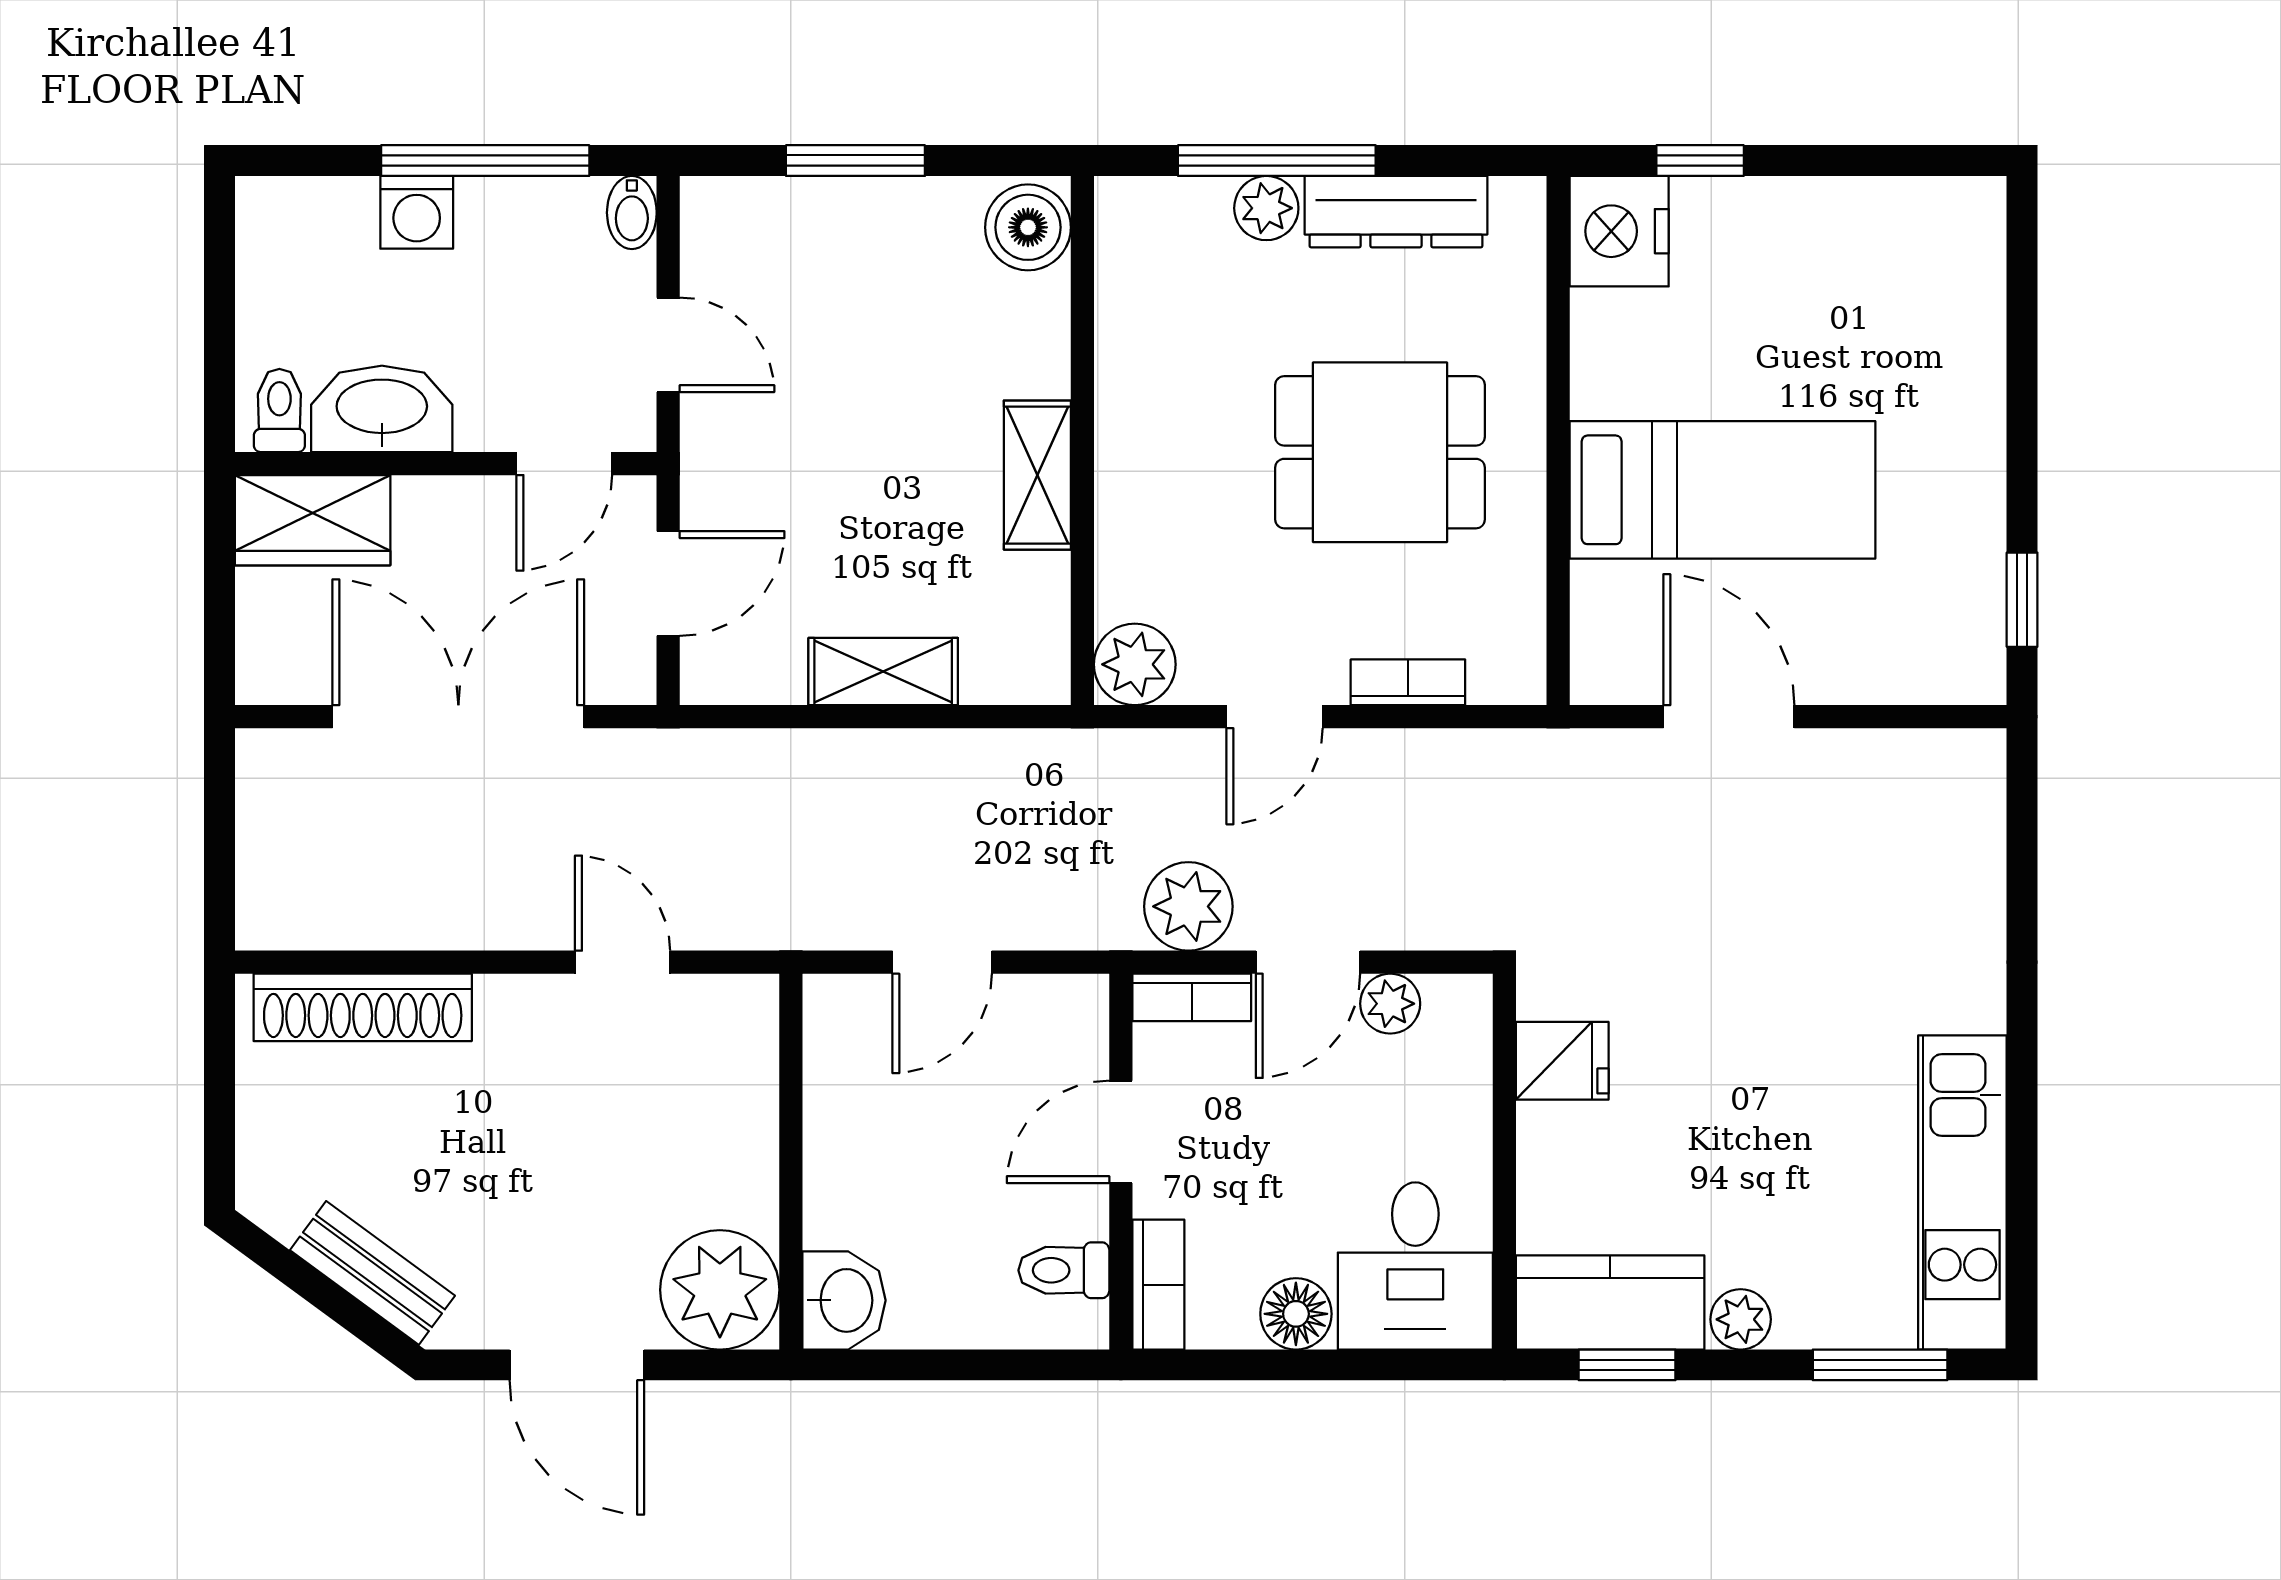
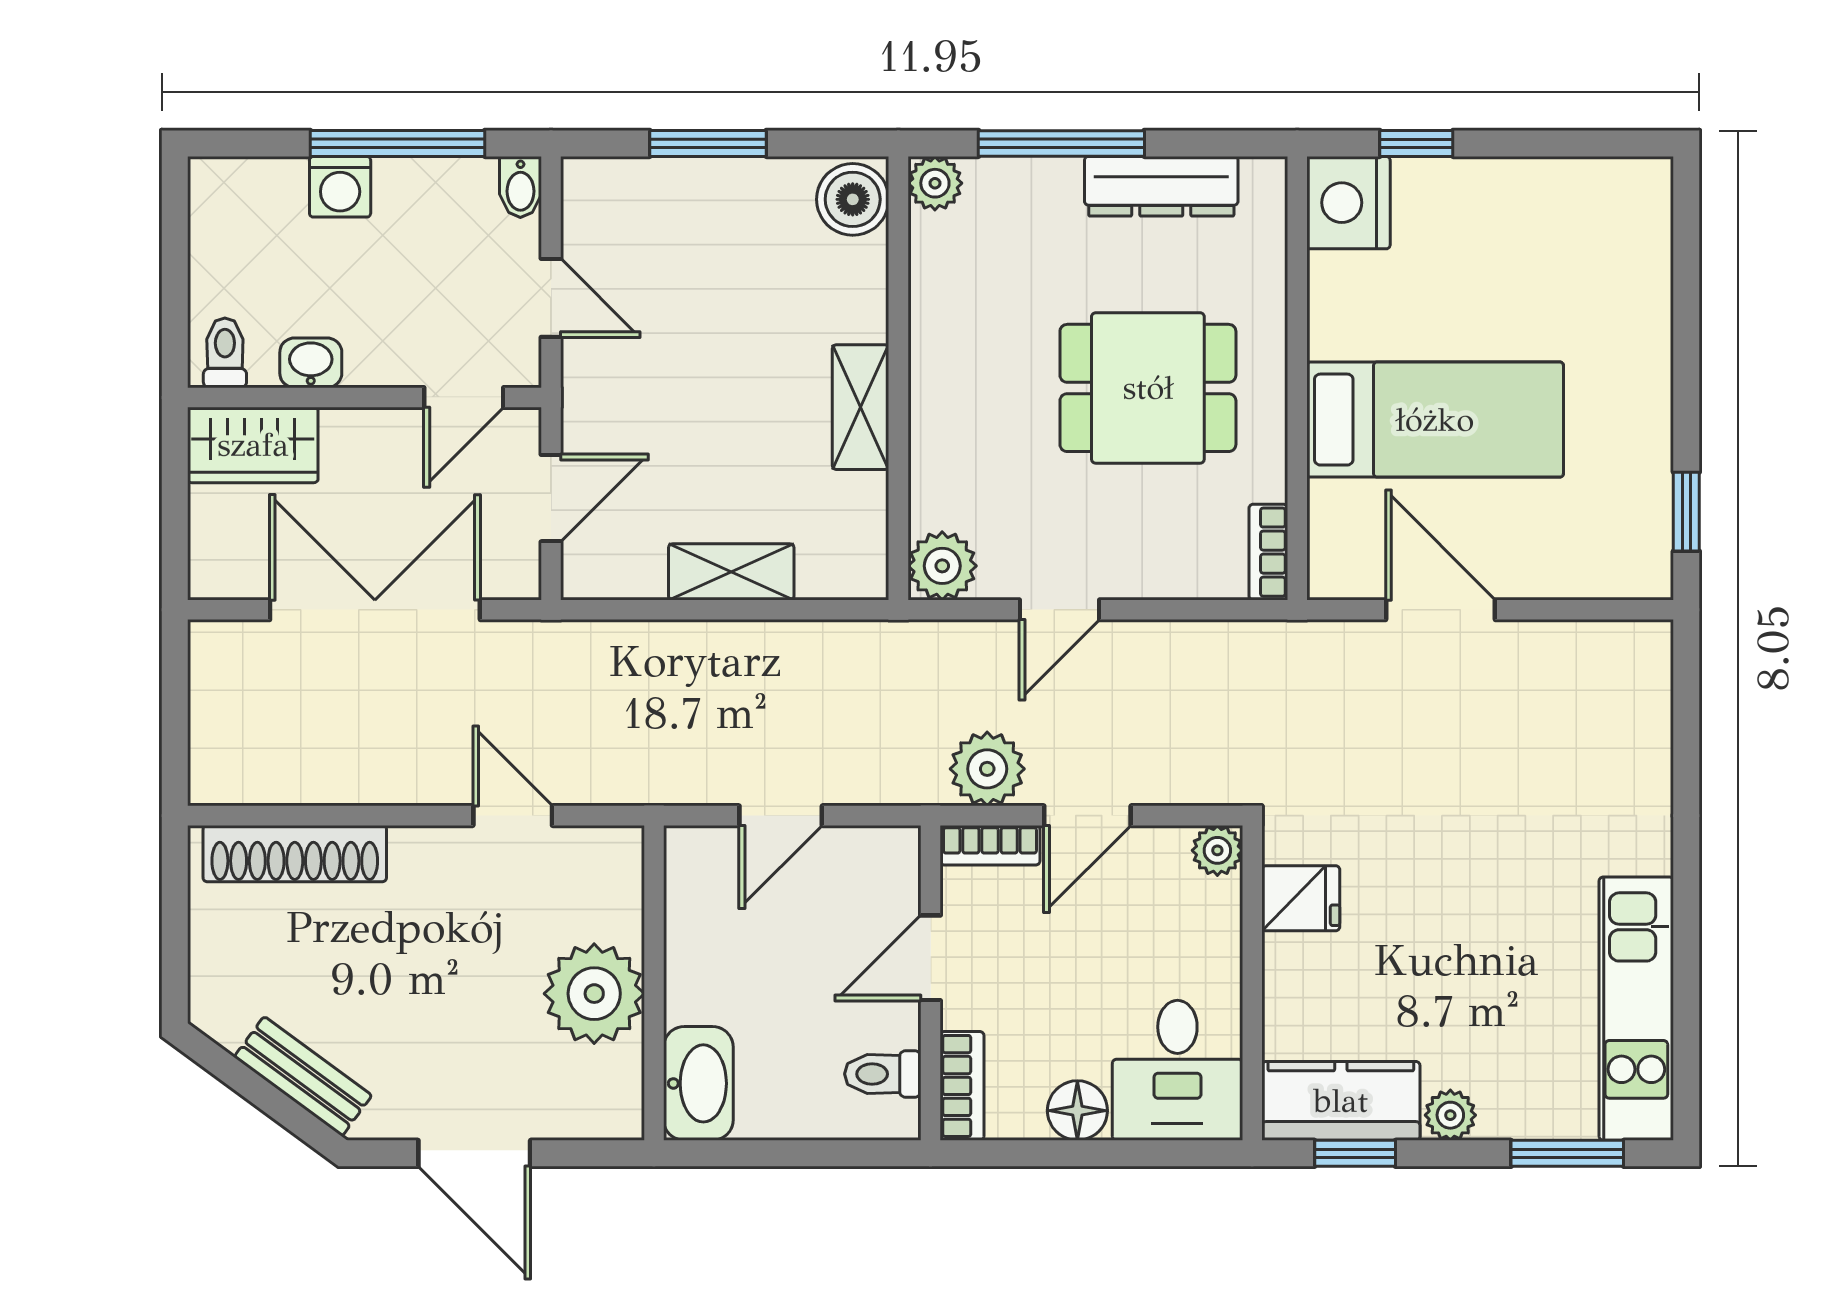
plant: (1266, 208) -> (935, 183), moved
washbasin: (382, 409) -> (311, 363), width x0.52, depth x0.69
bookcase: (1408, 682) -> (1268, 552), moved, turned -90
plant: (1390, 1004) -> (1217, 850), moved
plant: (720, 1290) -> (594, 994), moved
washbasin: (844, 1300) -> (698, 1083), width x1.38

